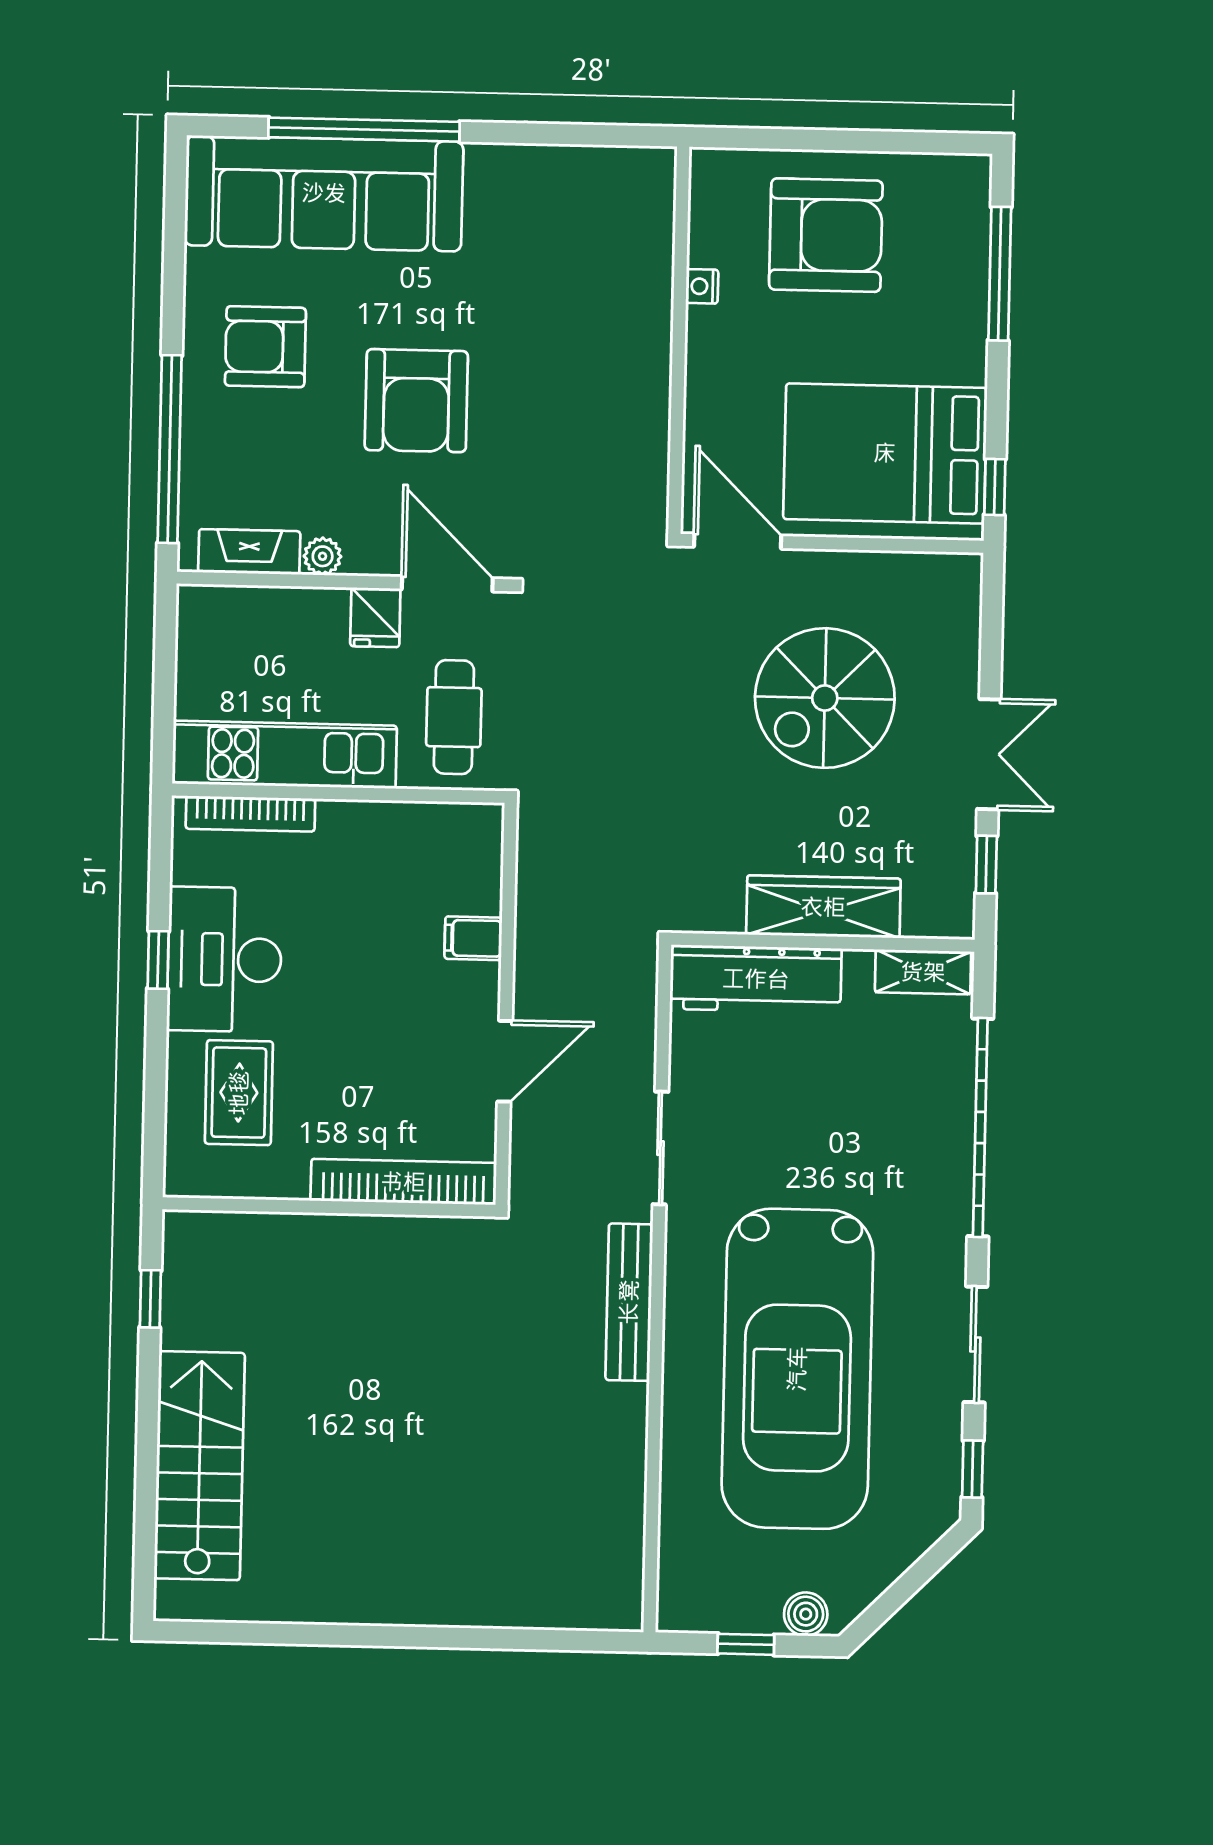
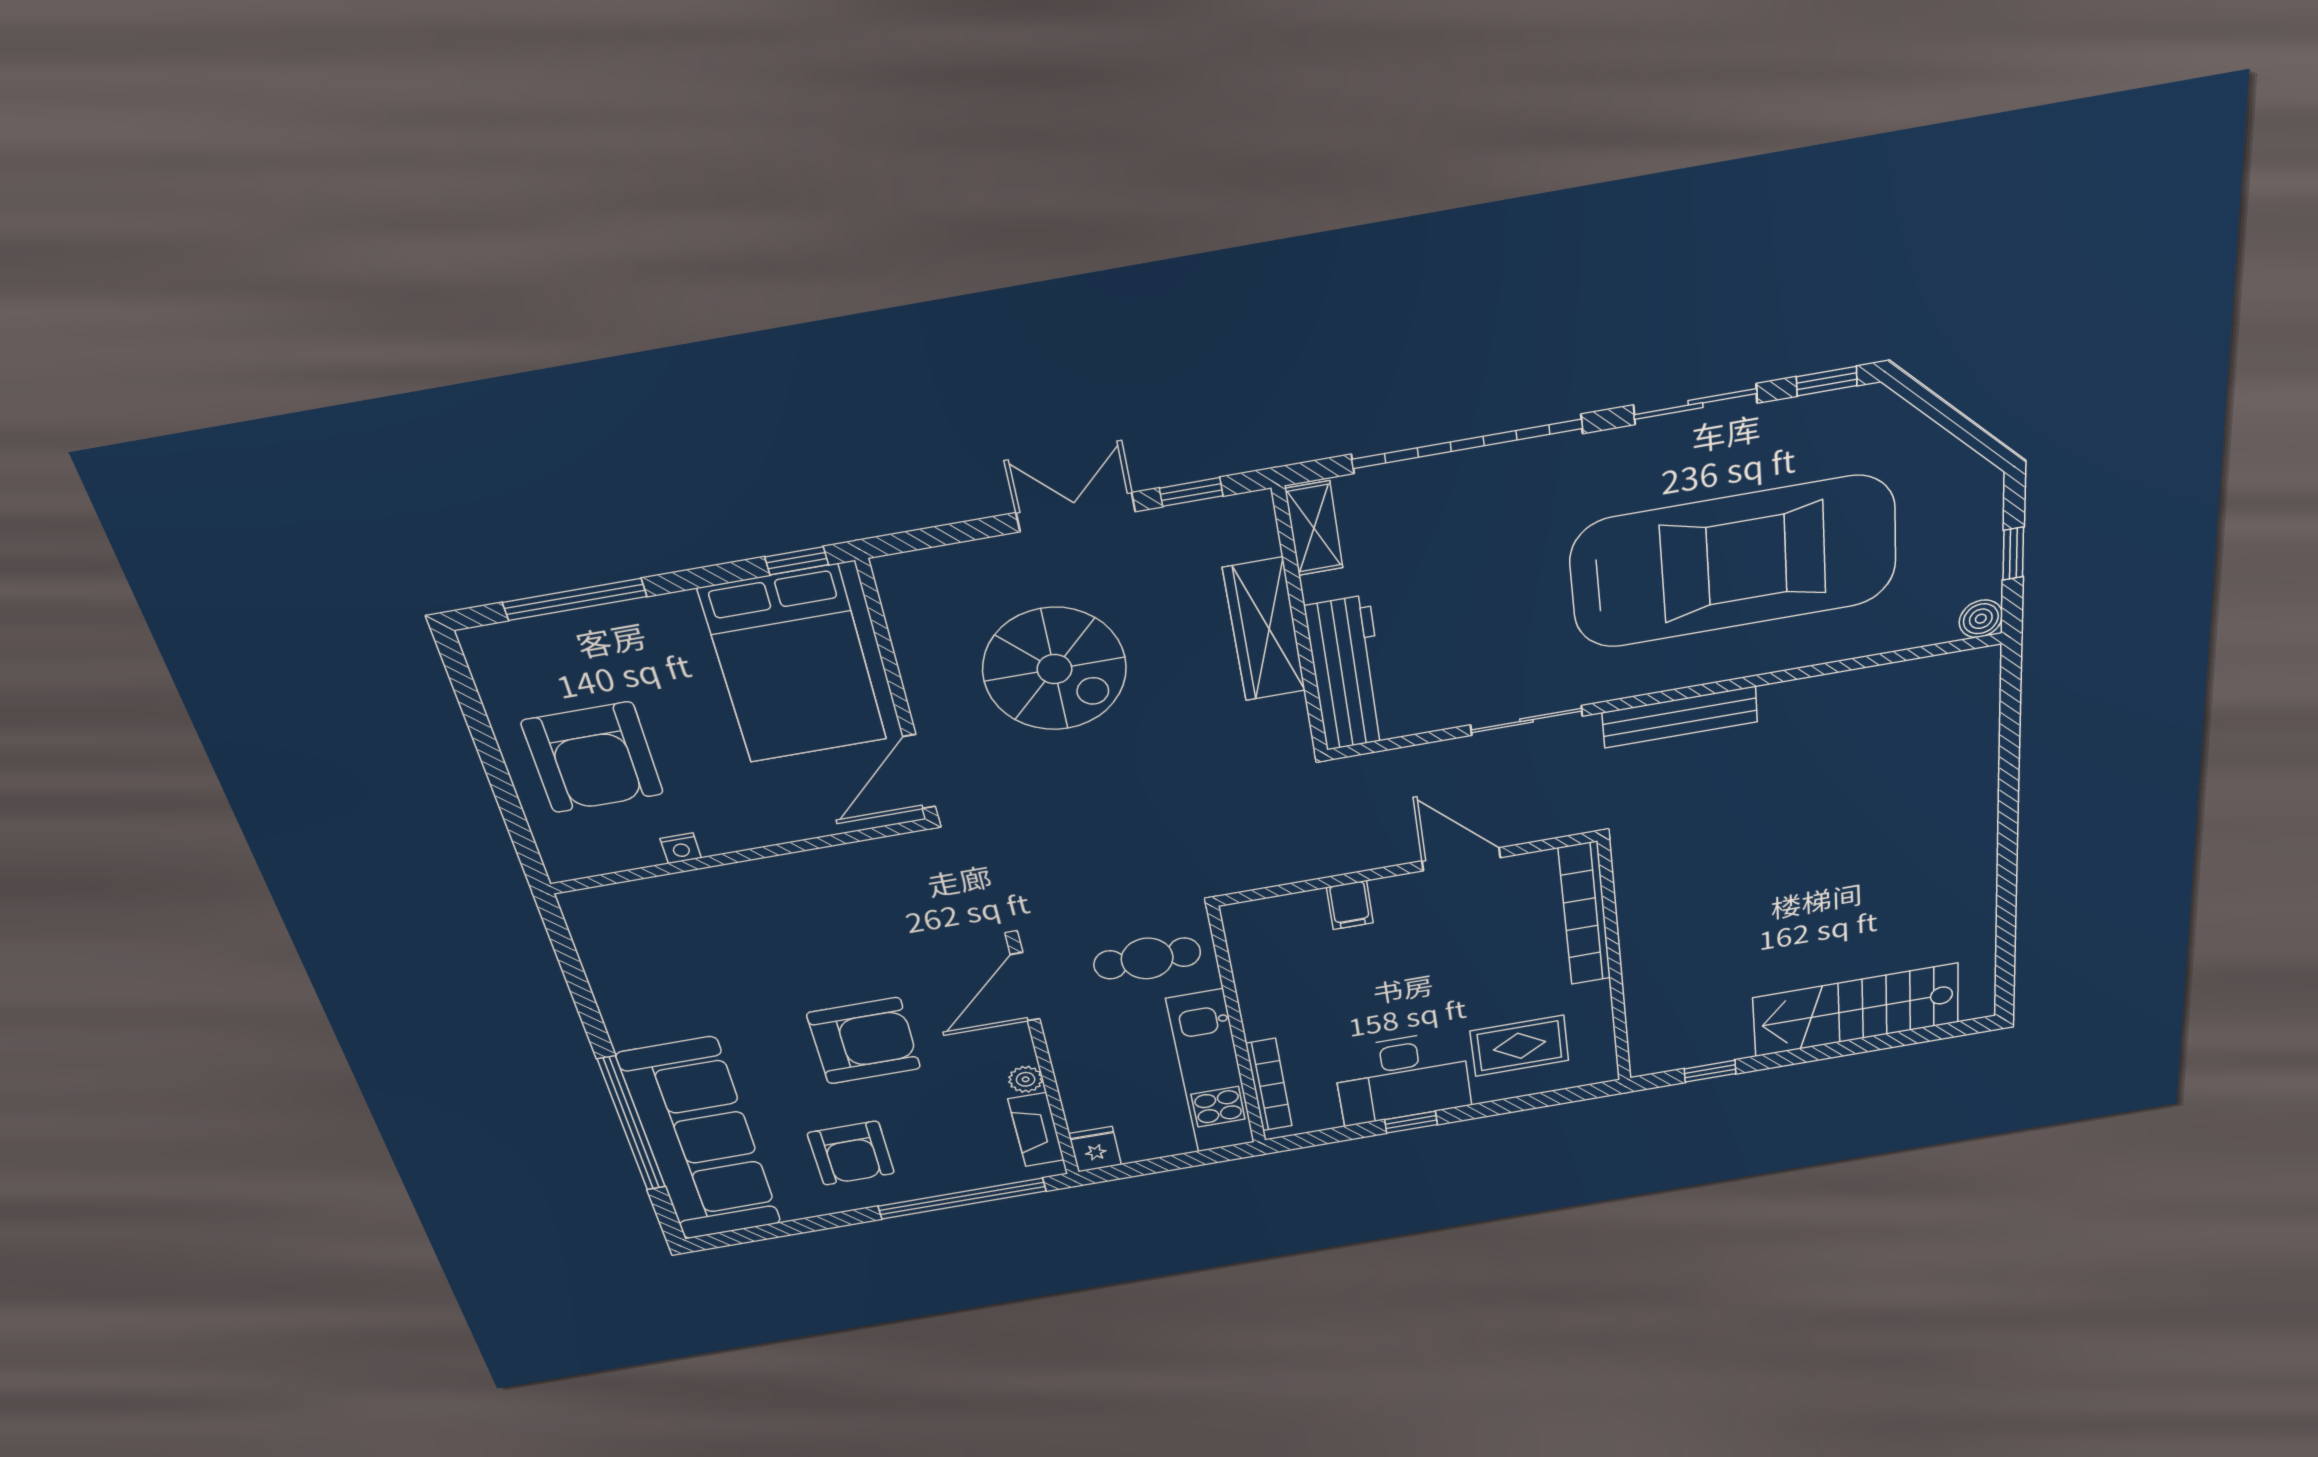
armchair: (826, 235) -> (593, 758), turned 180
fridge: (375, 617) -> (1095, 1149), moved, turned -90
boiler: (806, 1614) -> (1981, 619), moved

